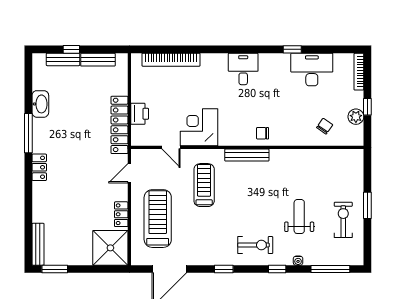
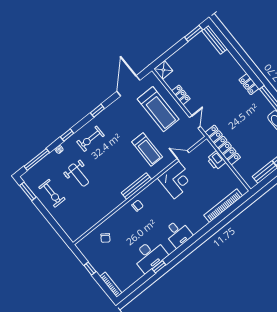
desk: (312, 70) -> (150, 255), moved
plant: (356, 117) -> (92, 258), removed
window: (367, 205) -> (28, 191), moved
shower: (110, 248) -> (163, 70), width x0.54, depth x0.54

